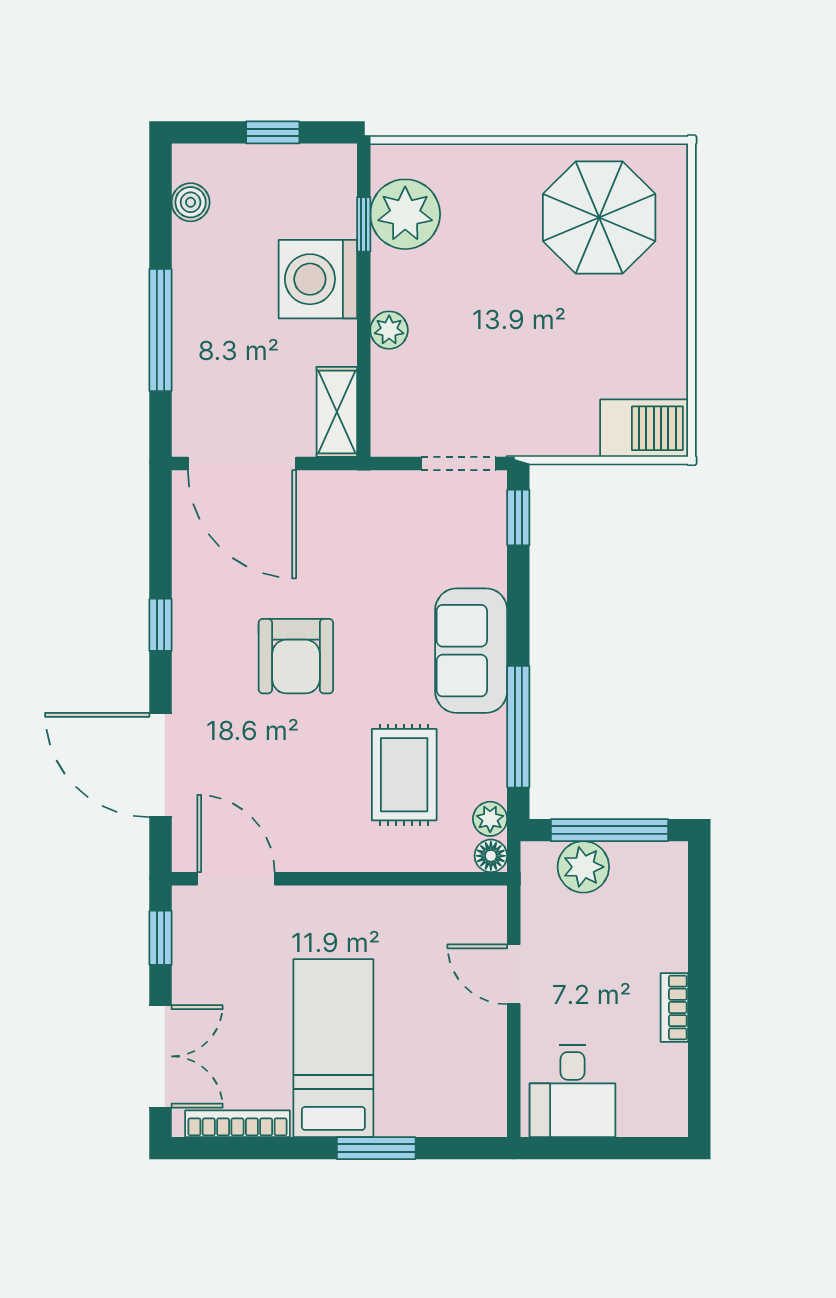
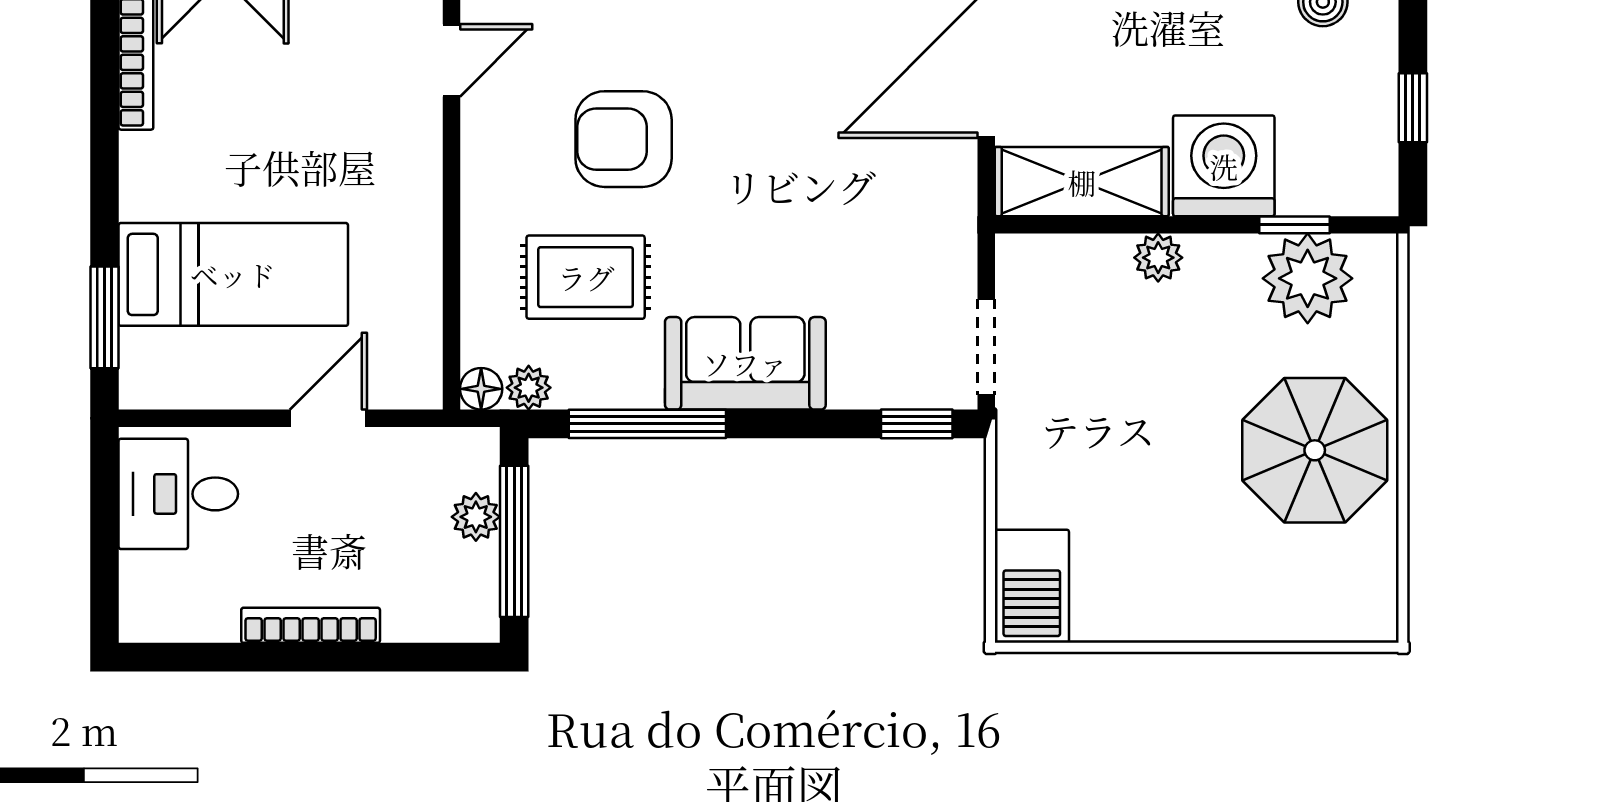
parasol: (599, 217) -> (1315, 450), moved
shelving: (337, 412) -> (1082, 182), width x1.50, depth x1.33
armchair: (296, 656) -> (624, 139), moved
plant: (583, 867) -> (476, 517), width x0.73, depth x0.73
door: (236, 879) -> (452, 60), width x0.73
bookcase: (674, 1007) -> (311, 625), width x1.56
bed: (333, 1048) -> (233, 274), moved
window: (376, 1148) -> (105, 317), moved

